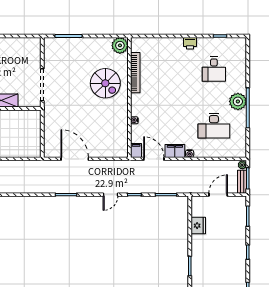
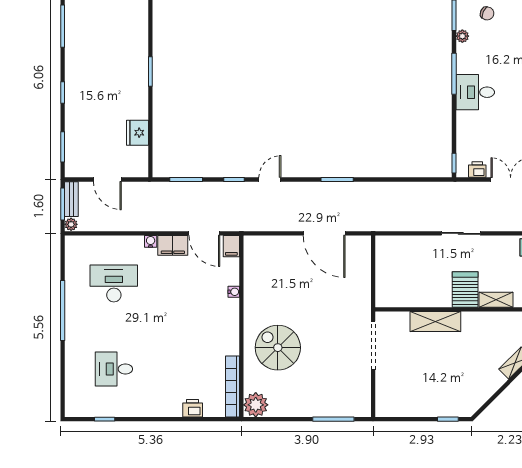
printer: (190, 43) -> (193, 408), moved
desk: (214, 69) -> (114, 369), turned -90
bookcase: (135, 73) -> (232, 386), moved
plant: (238, 101) -> (78, 320), removed
door: (218, 195) -> (107, 179), hinge flipped

